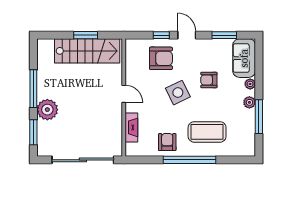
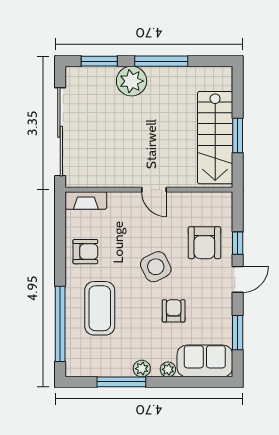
door: (124, 94) -> (154, 190), hinge flipped
fireplace: (131, 127) -> (86, 201), moved
window: (189, 160) -> (60, 324), moved

